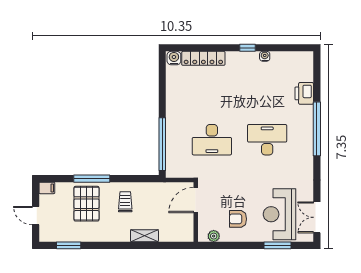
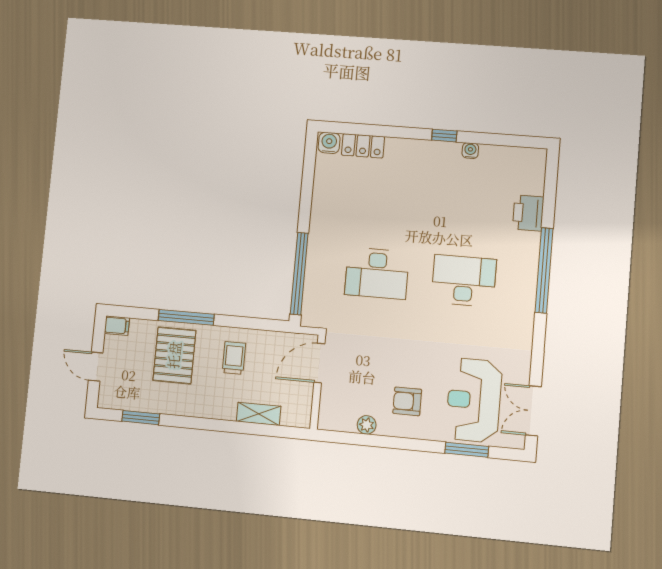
locker: (203, 58) -> (363, 146), width x0.66
door: (196, 200) -> (319, 363), moved
wall: (196, 212) -> (318, 382), moved

